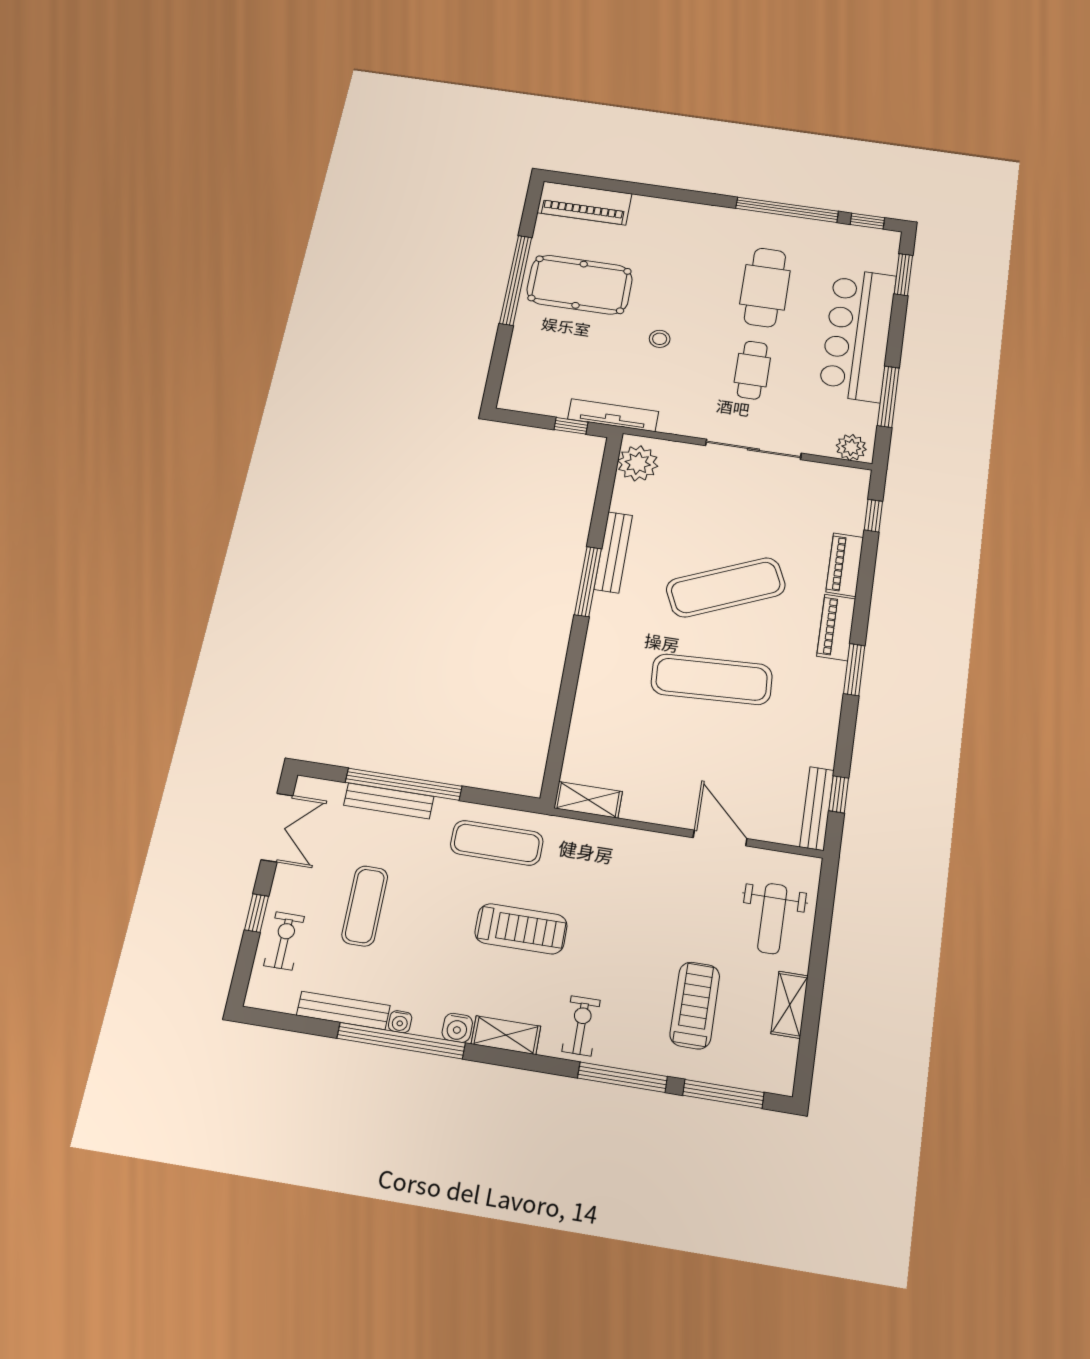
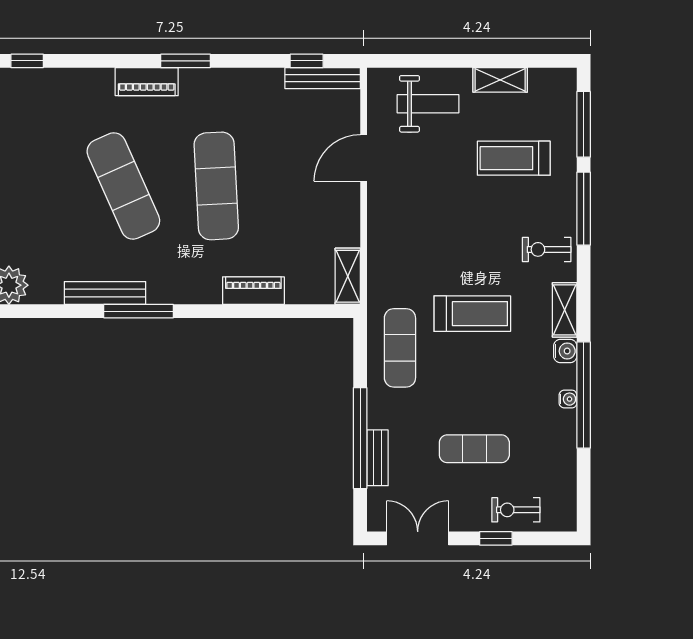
piano: (845, 565) -> (253, 291), moved, turned 180
bench: (389, 801) -> (378, 458), width x0.73
treadmill: (521, 929) -> (472, 314), turned 90
bench: (343, 1010) -> (566, 448), removed

